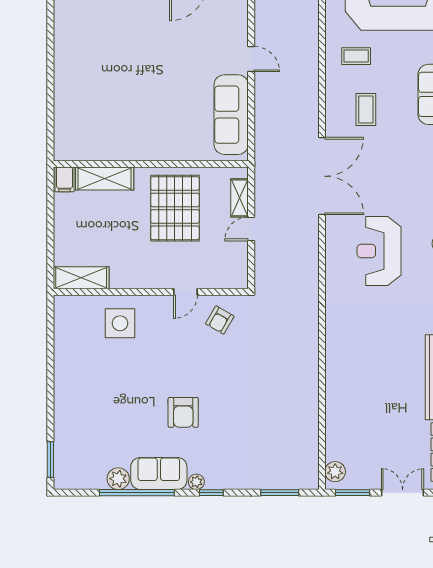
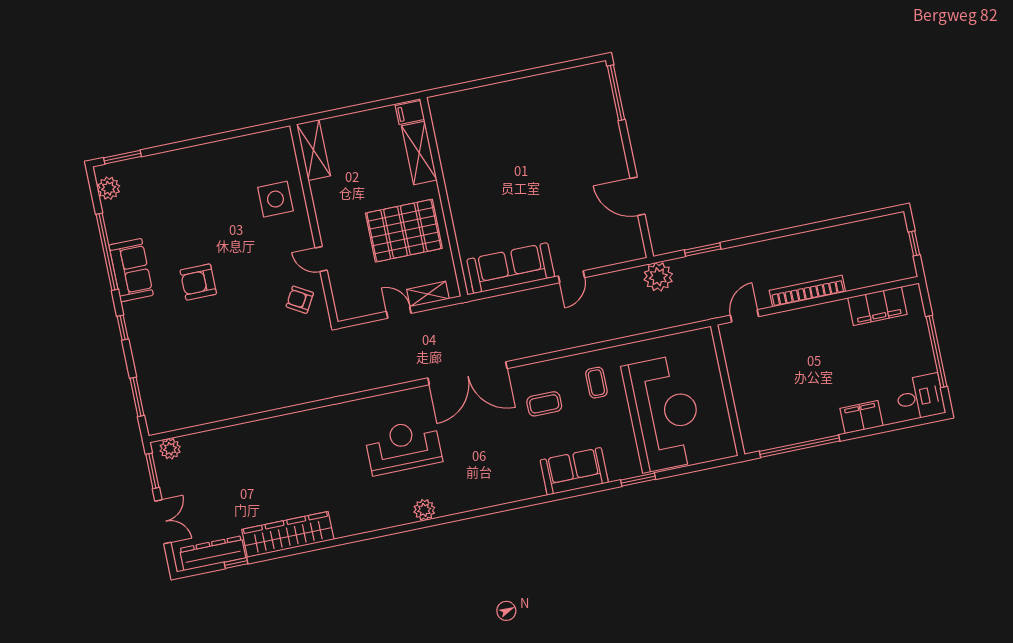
plant: (118, 479) -> (109, 188), moved
plant: (196, 482) -> (130, 310), removed

